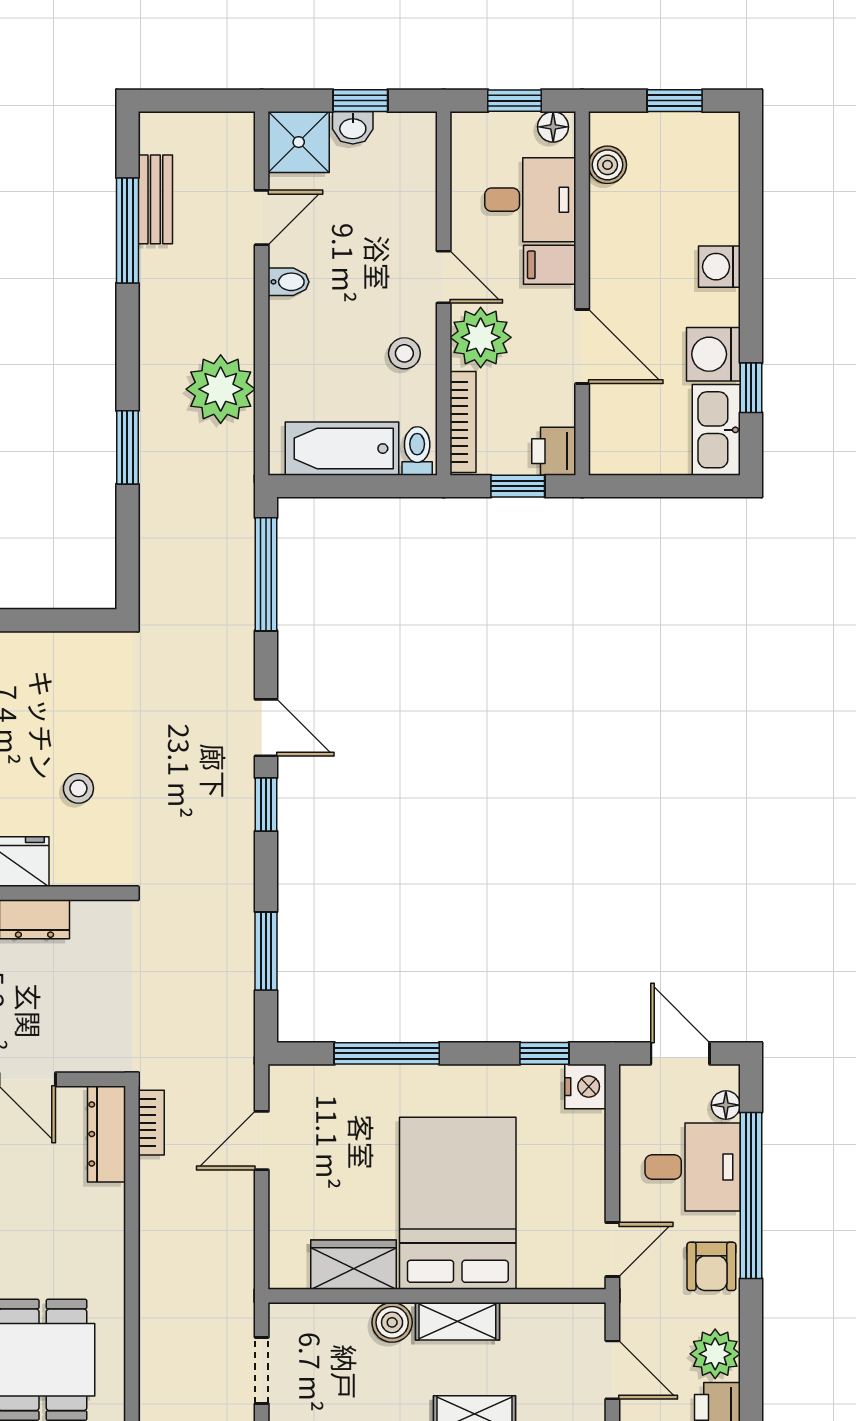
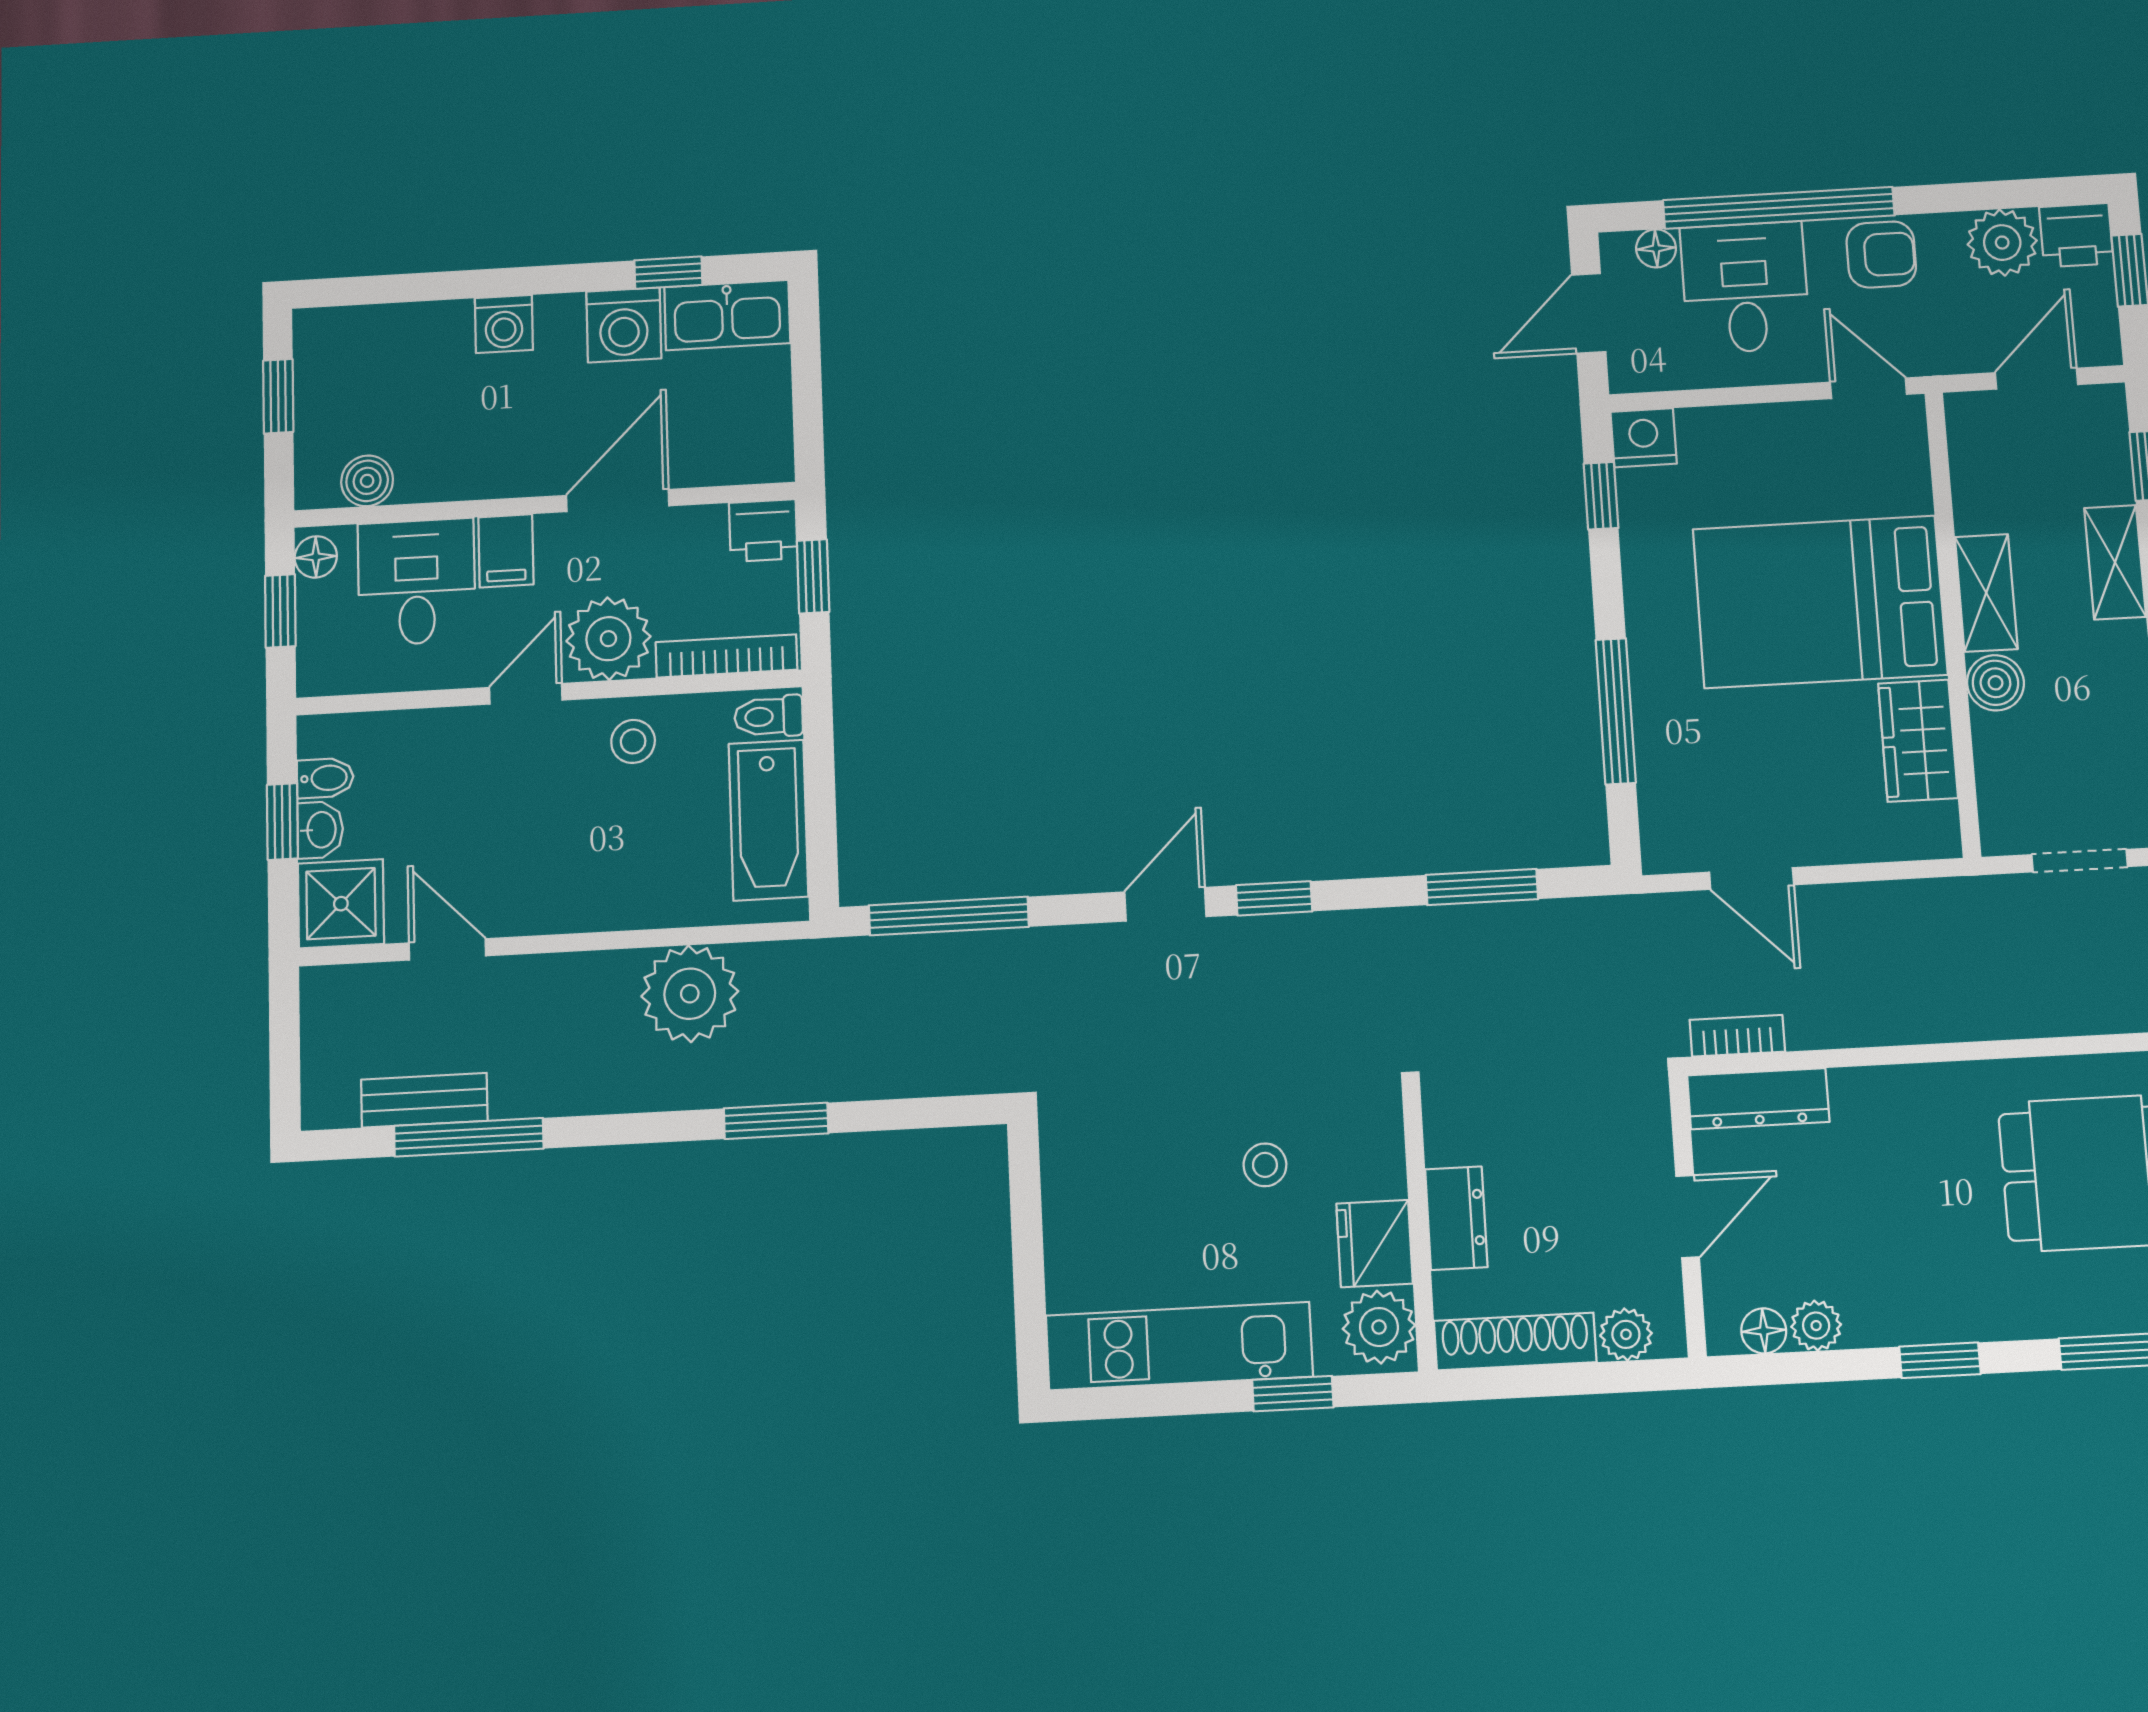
bidet: (288, 282) -> (325, 778), moved, turned 90

